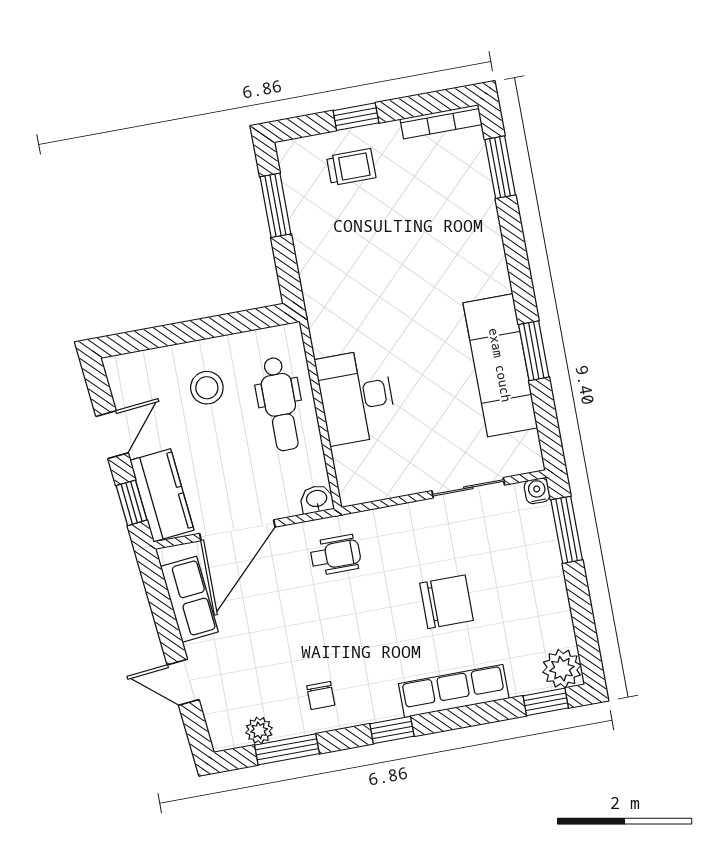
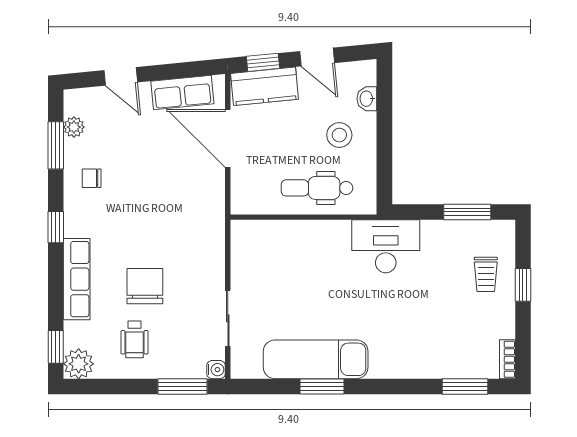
bookcase: (441, 122) -> (507, 359), width x0.64
desk: (356, 397) -> (386, 246), moved
washbasin: (317, 499) -> (367, 99), moved, turned 180
wheelchair: (336, 555) -> (134, 339), moved
chair: (447, 602) -> (145, 286), turned 180
door: (183, 682) -> (121, 76), swing flipped

